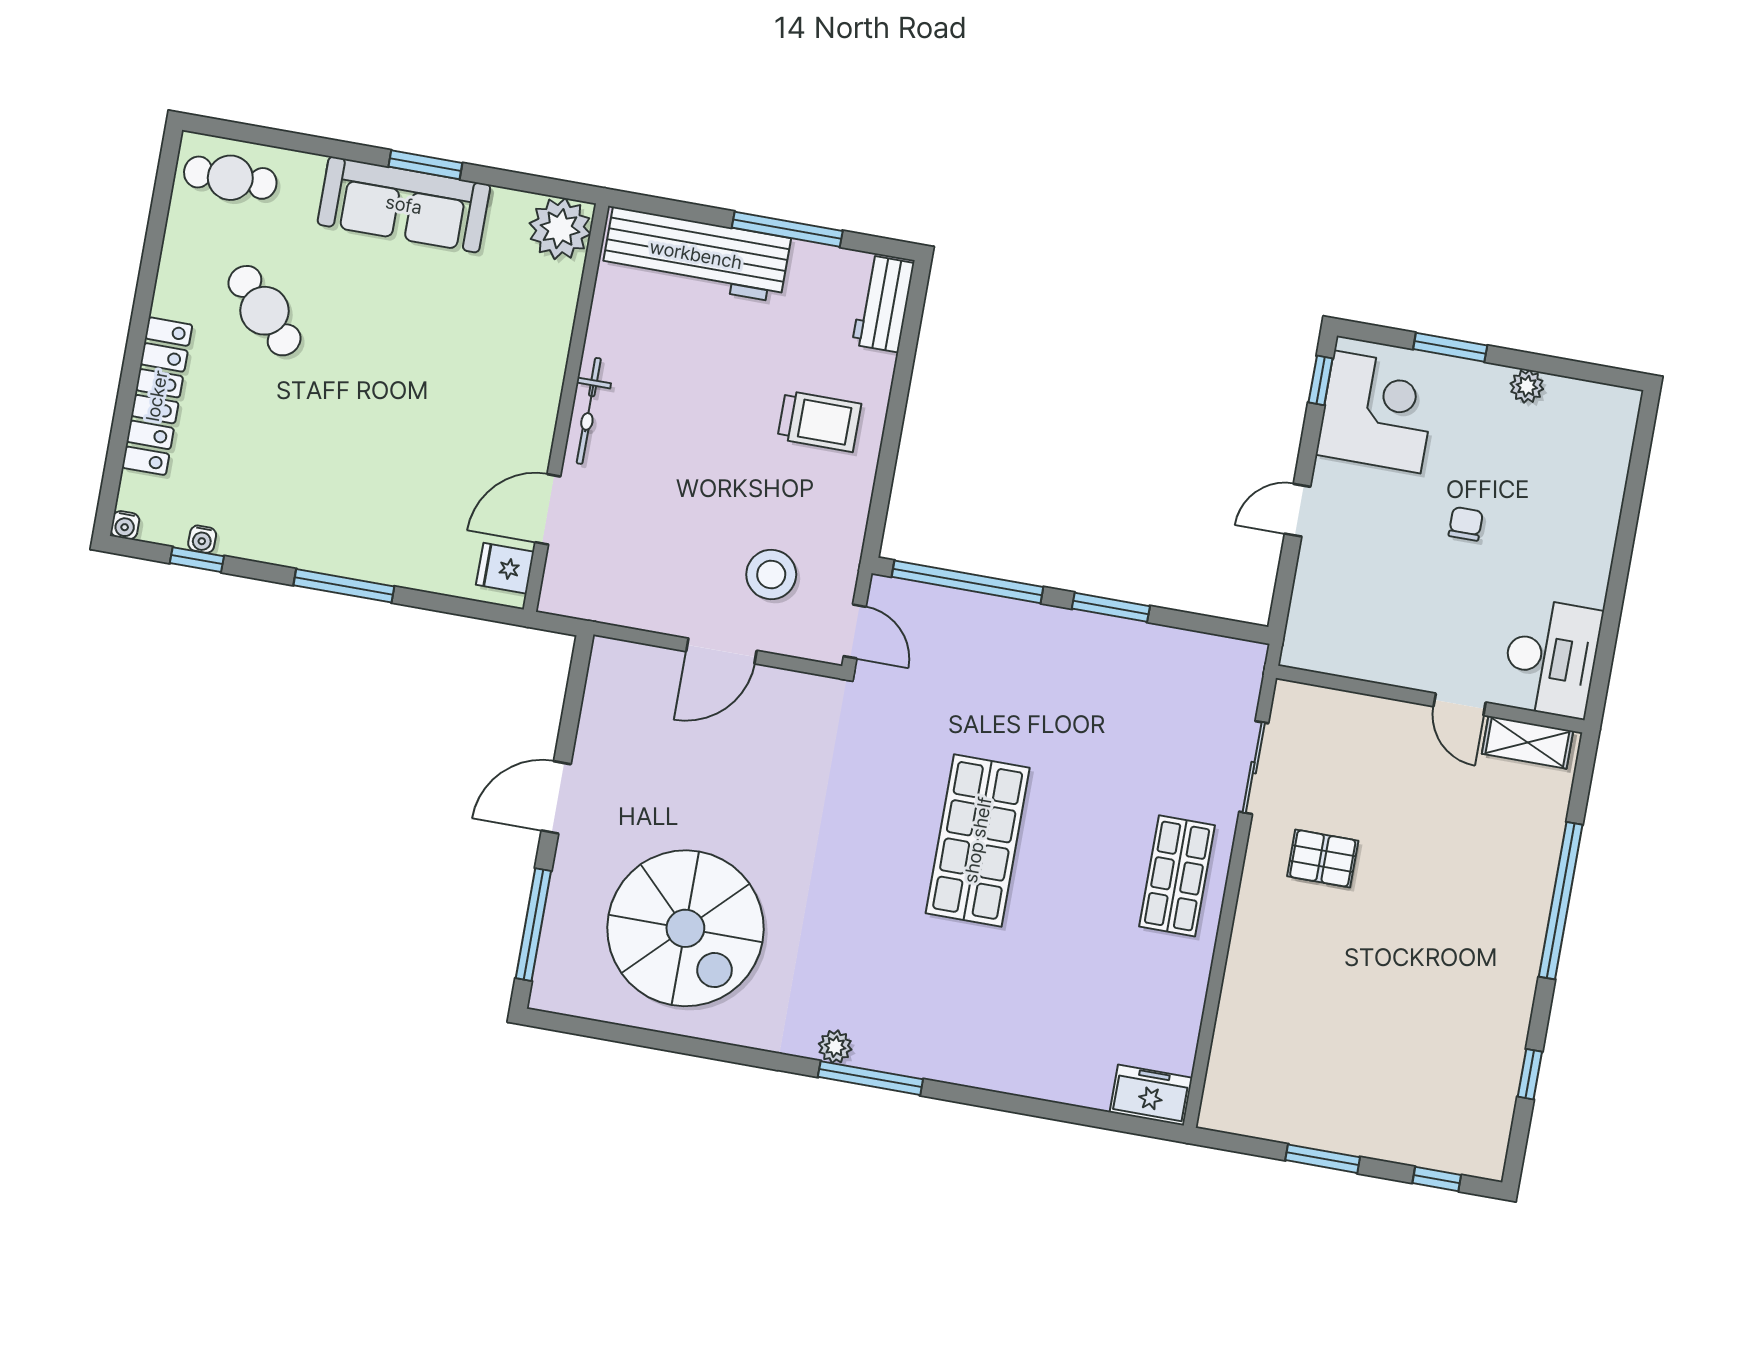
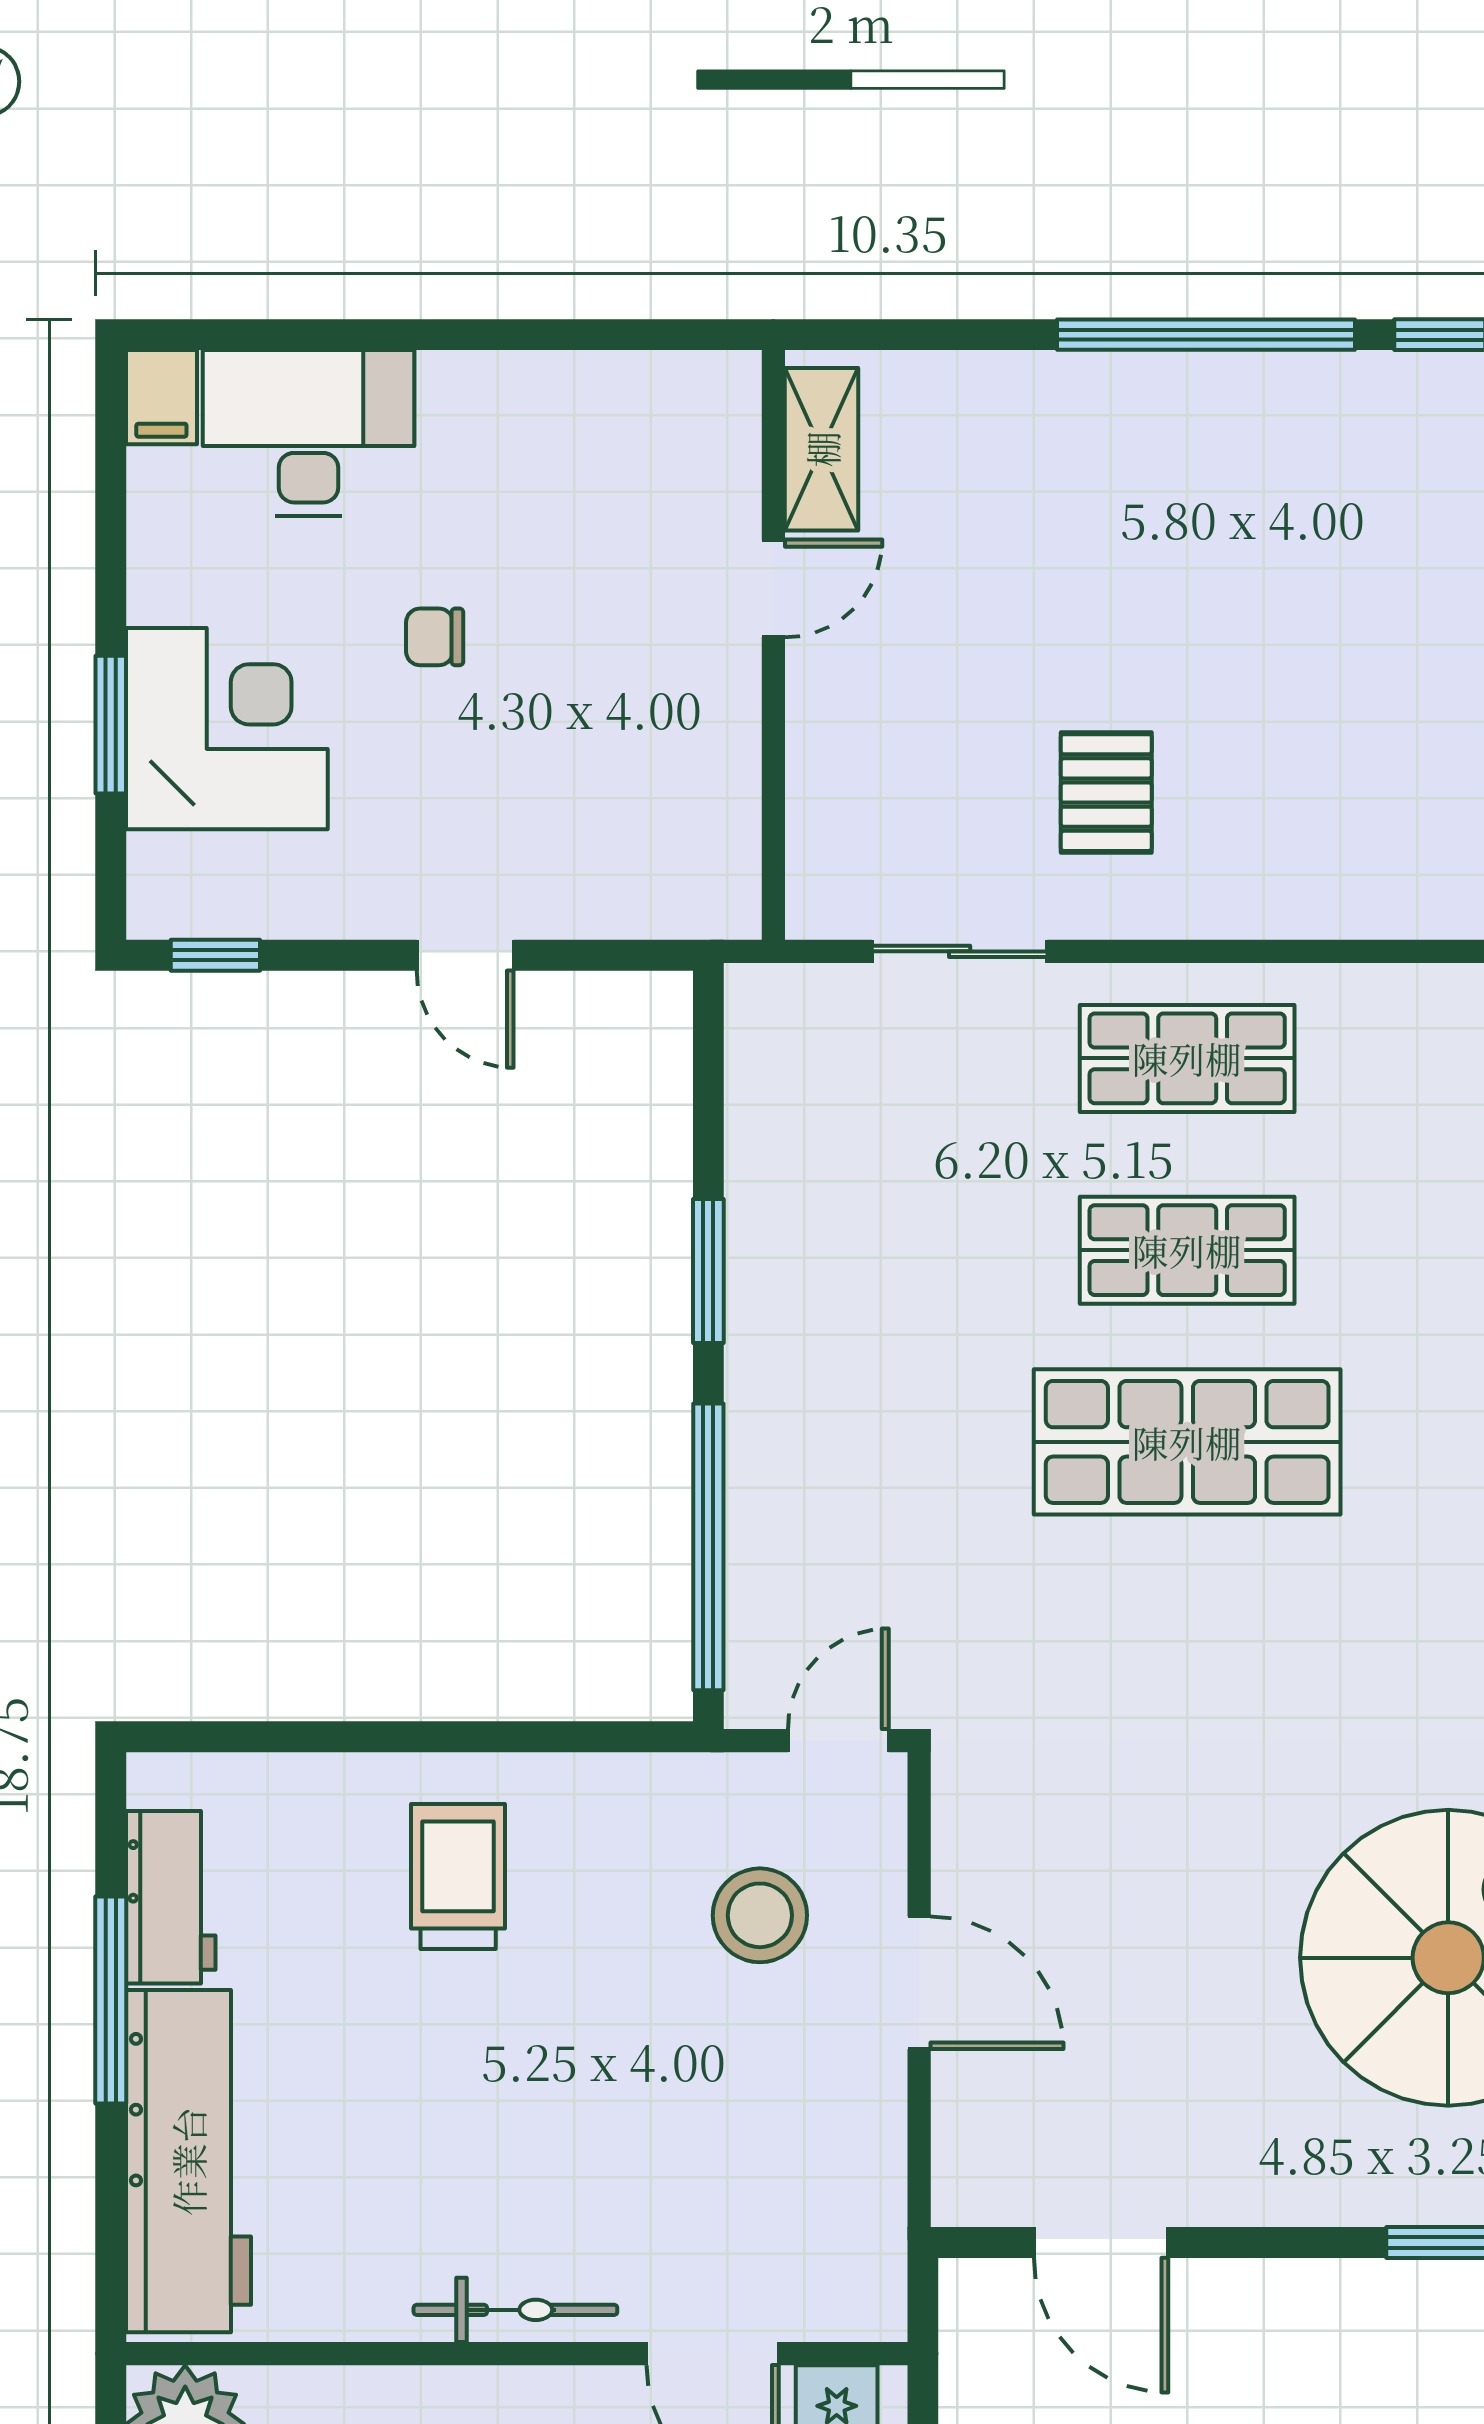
workbench: (883, 304) -> (171, 1897), moved, turned -90
plant: (1527, 386) -> (158, 569), removed
filing cabinet: (1616, 404) -> (161, 397), added
corner desk: (1377, 412) -> (227, 729), moved, turned 90
desk: (1551, 658) -> (309, 433), moved
door: (556, 797) -> (1101, 2243), moved
shop shelf: (1077, 858) -> (1187, 1250), added
window: (1561, 901) -> (1206, 335), moved

